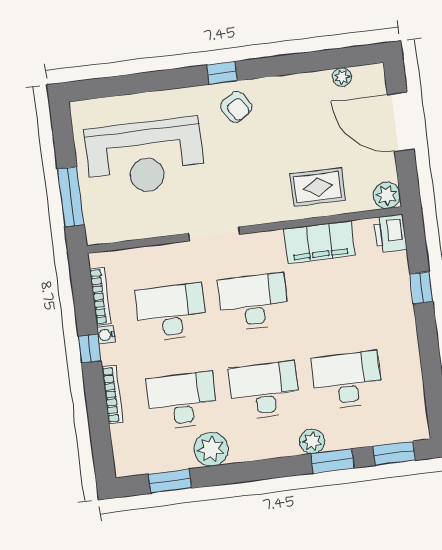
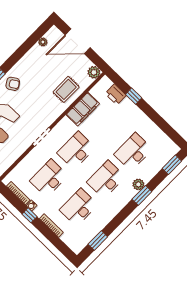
printer: (390, 234) -> (116, 94), moved
plant: (211, 449) -> (104, 217), removed
window: (332, 461) -> (142, 195), moved

